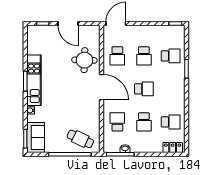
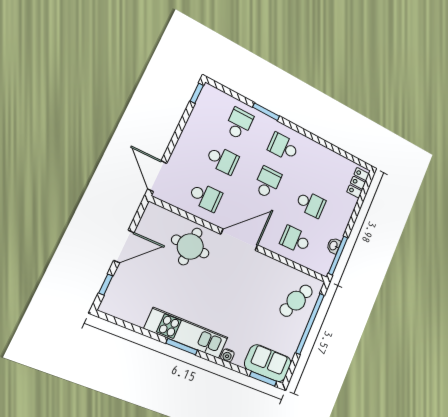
school desk: (171, 122) -> (283, 147), moved, turned -90

